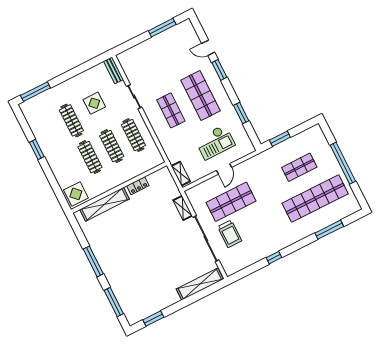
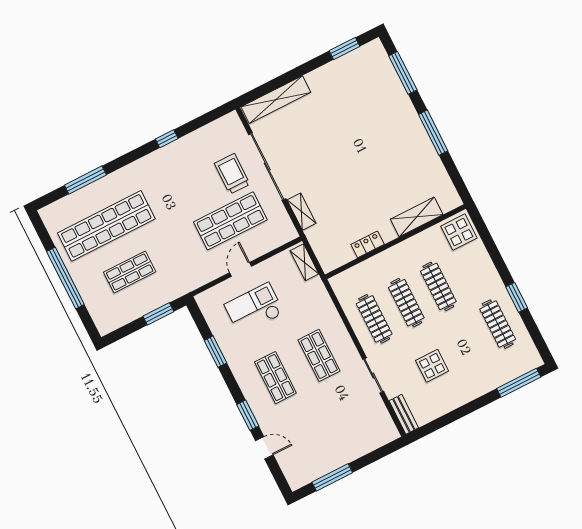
shop shelf: (201, 95) -> (275, 378), width x0.70, depth x0.74
clothes rail: (71, 120) -> (498, 324), moved
shelving: (105, 204) -> (417, 217), width x0.68

